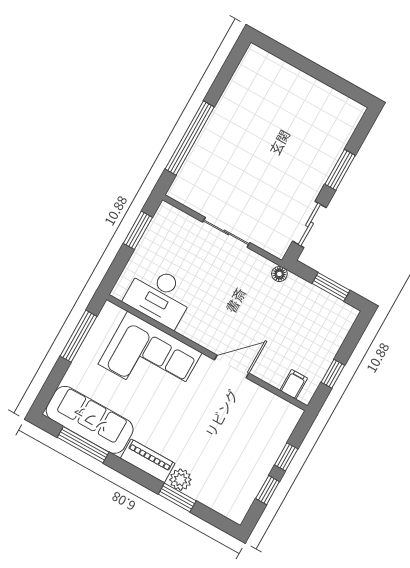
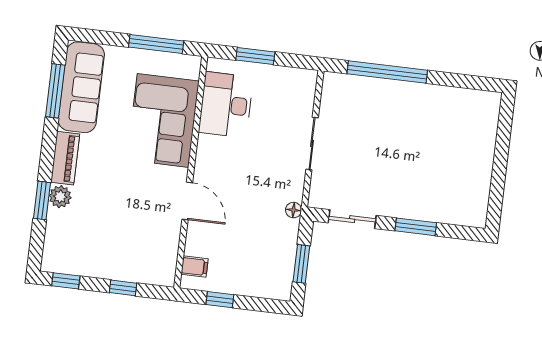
window: (138, 230) -> (255, 56), moved
window: (268, 490) -> (66, 281), moved

